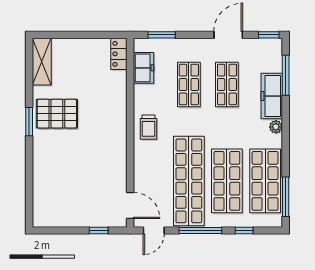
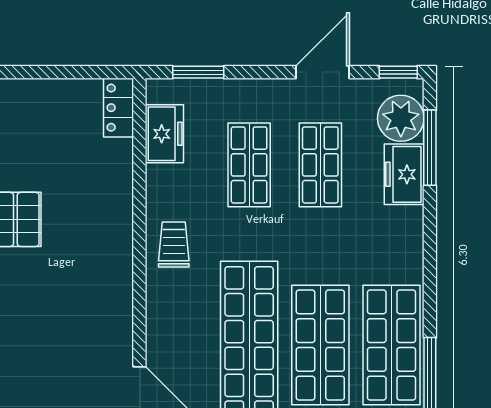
freezer: (272, 96) -> (404, 174), width x0.71
trolley: (149, 127) -> (174, 244), turned 180
plant: (276, 127) -> (401, 118), moved, width x1.87, depth x1.87

